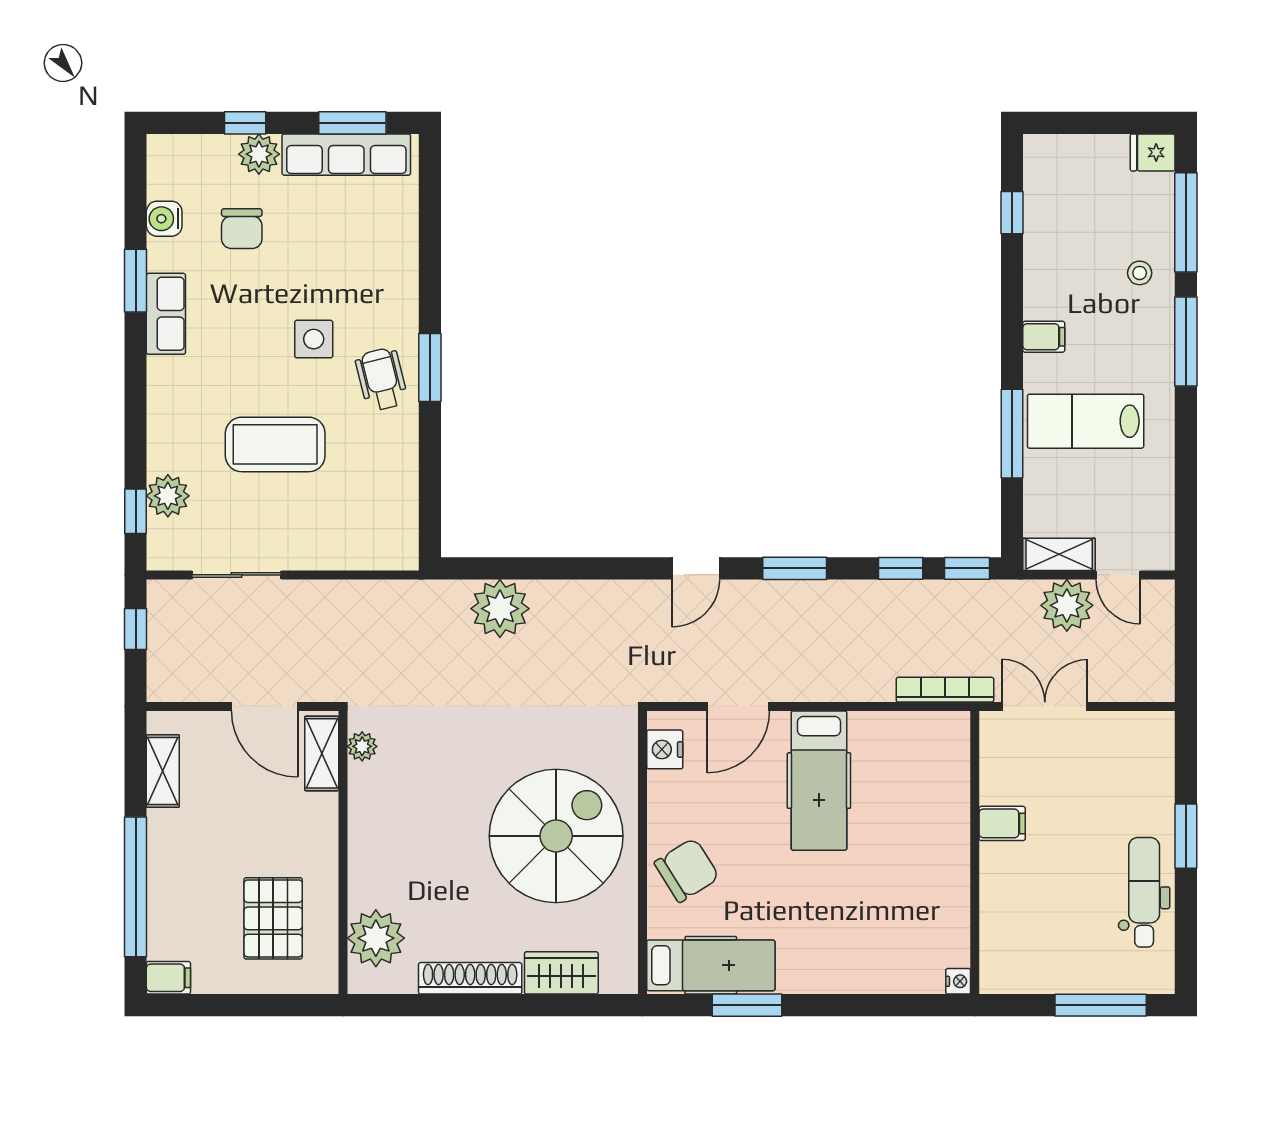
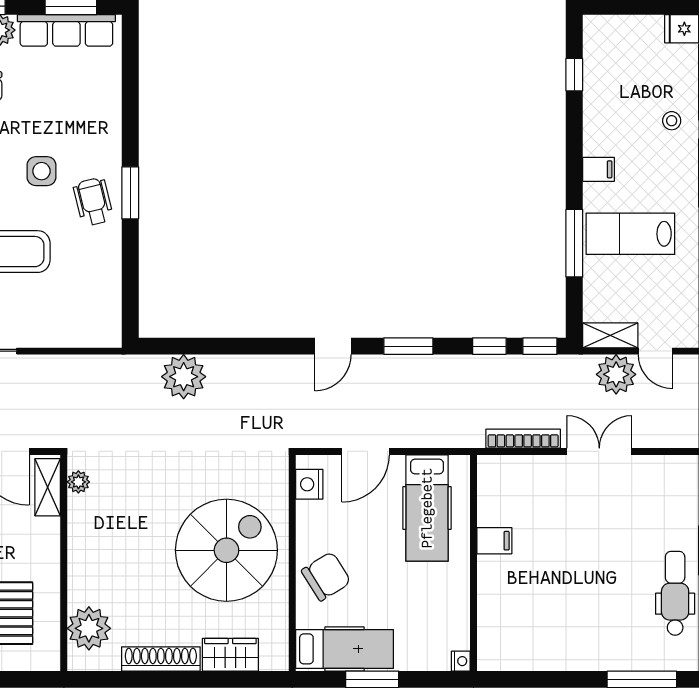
filing cabinet: (1002, 823) -> (494, 541), moved
wall: (975, 853) -> (473, 563), moved
nightstand: (958, 981) -> (461, 661), moved

